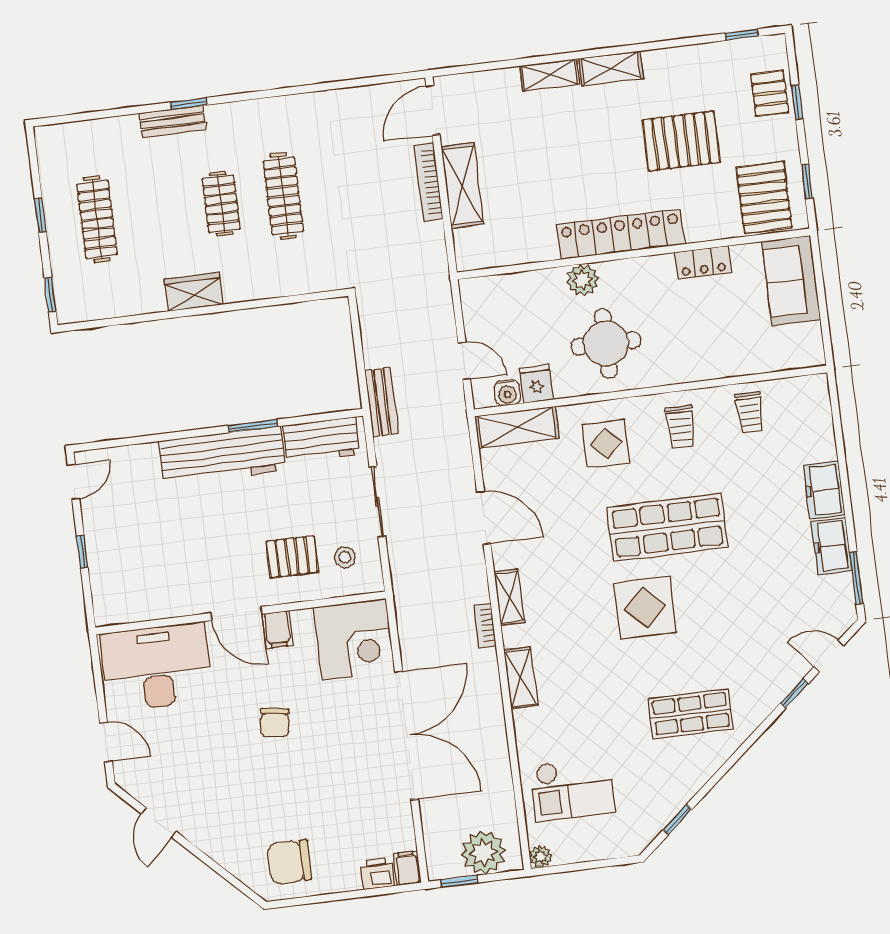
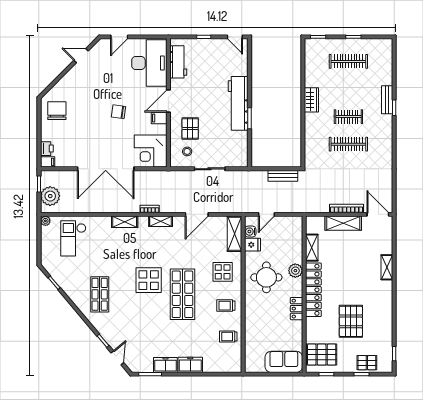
shelving: (611, 68) -> (312, 248), moved
locker: (703, 262) -> (297, 309), moved
bench: (381, 402) -> (283, 176), moved
workbench: (321, 440) -> (178, 62), moved, turned 180

